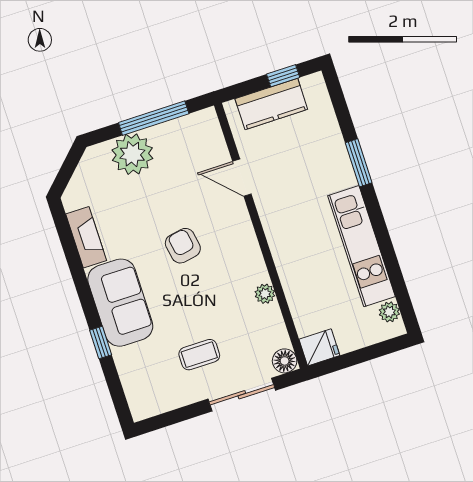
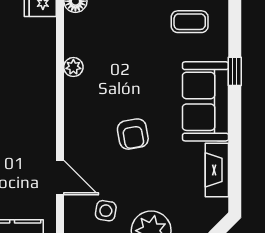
side table: (185, 159) -> (106, 211), added
coffee table: (199, 355) -> (190, 22), moved

